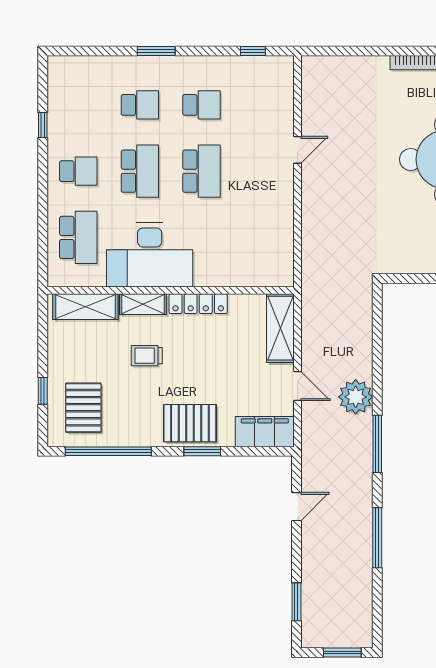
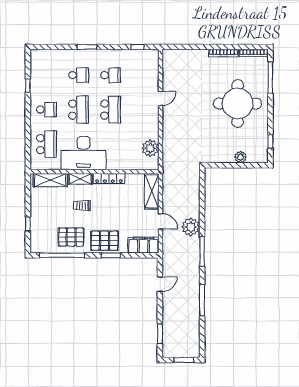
plant: (278, 245) -> (150, 148), added
pallet: (83, 408) -> (71, 237), moved, turned 90

